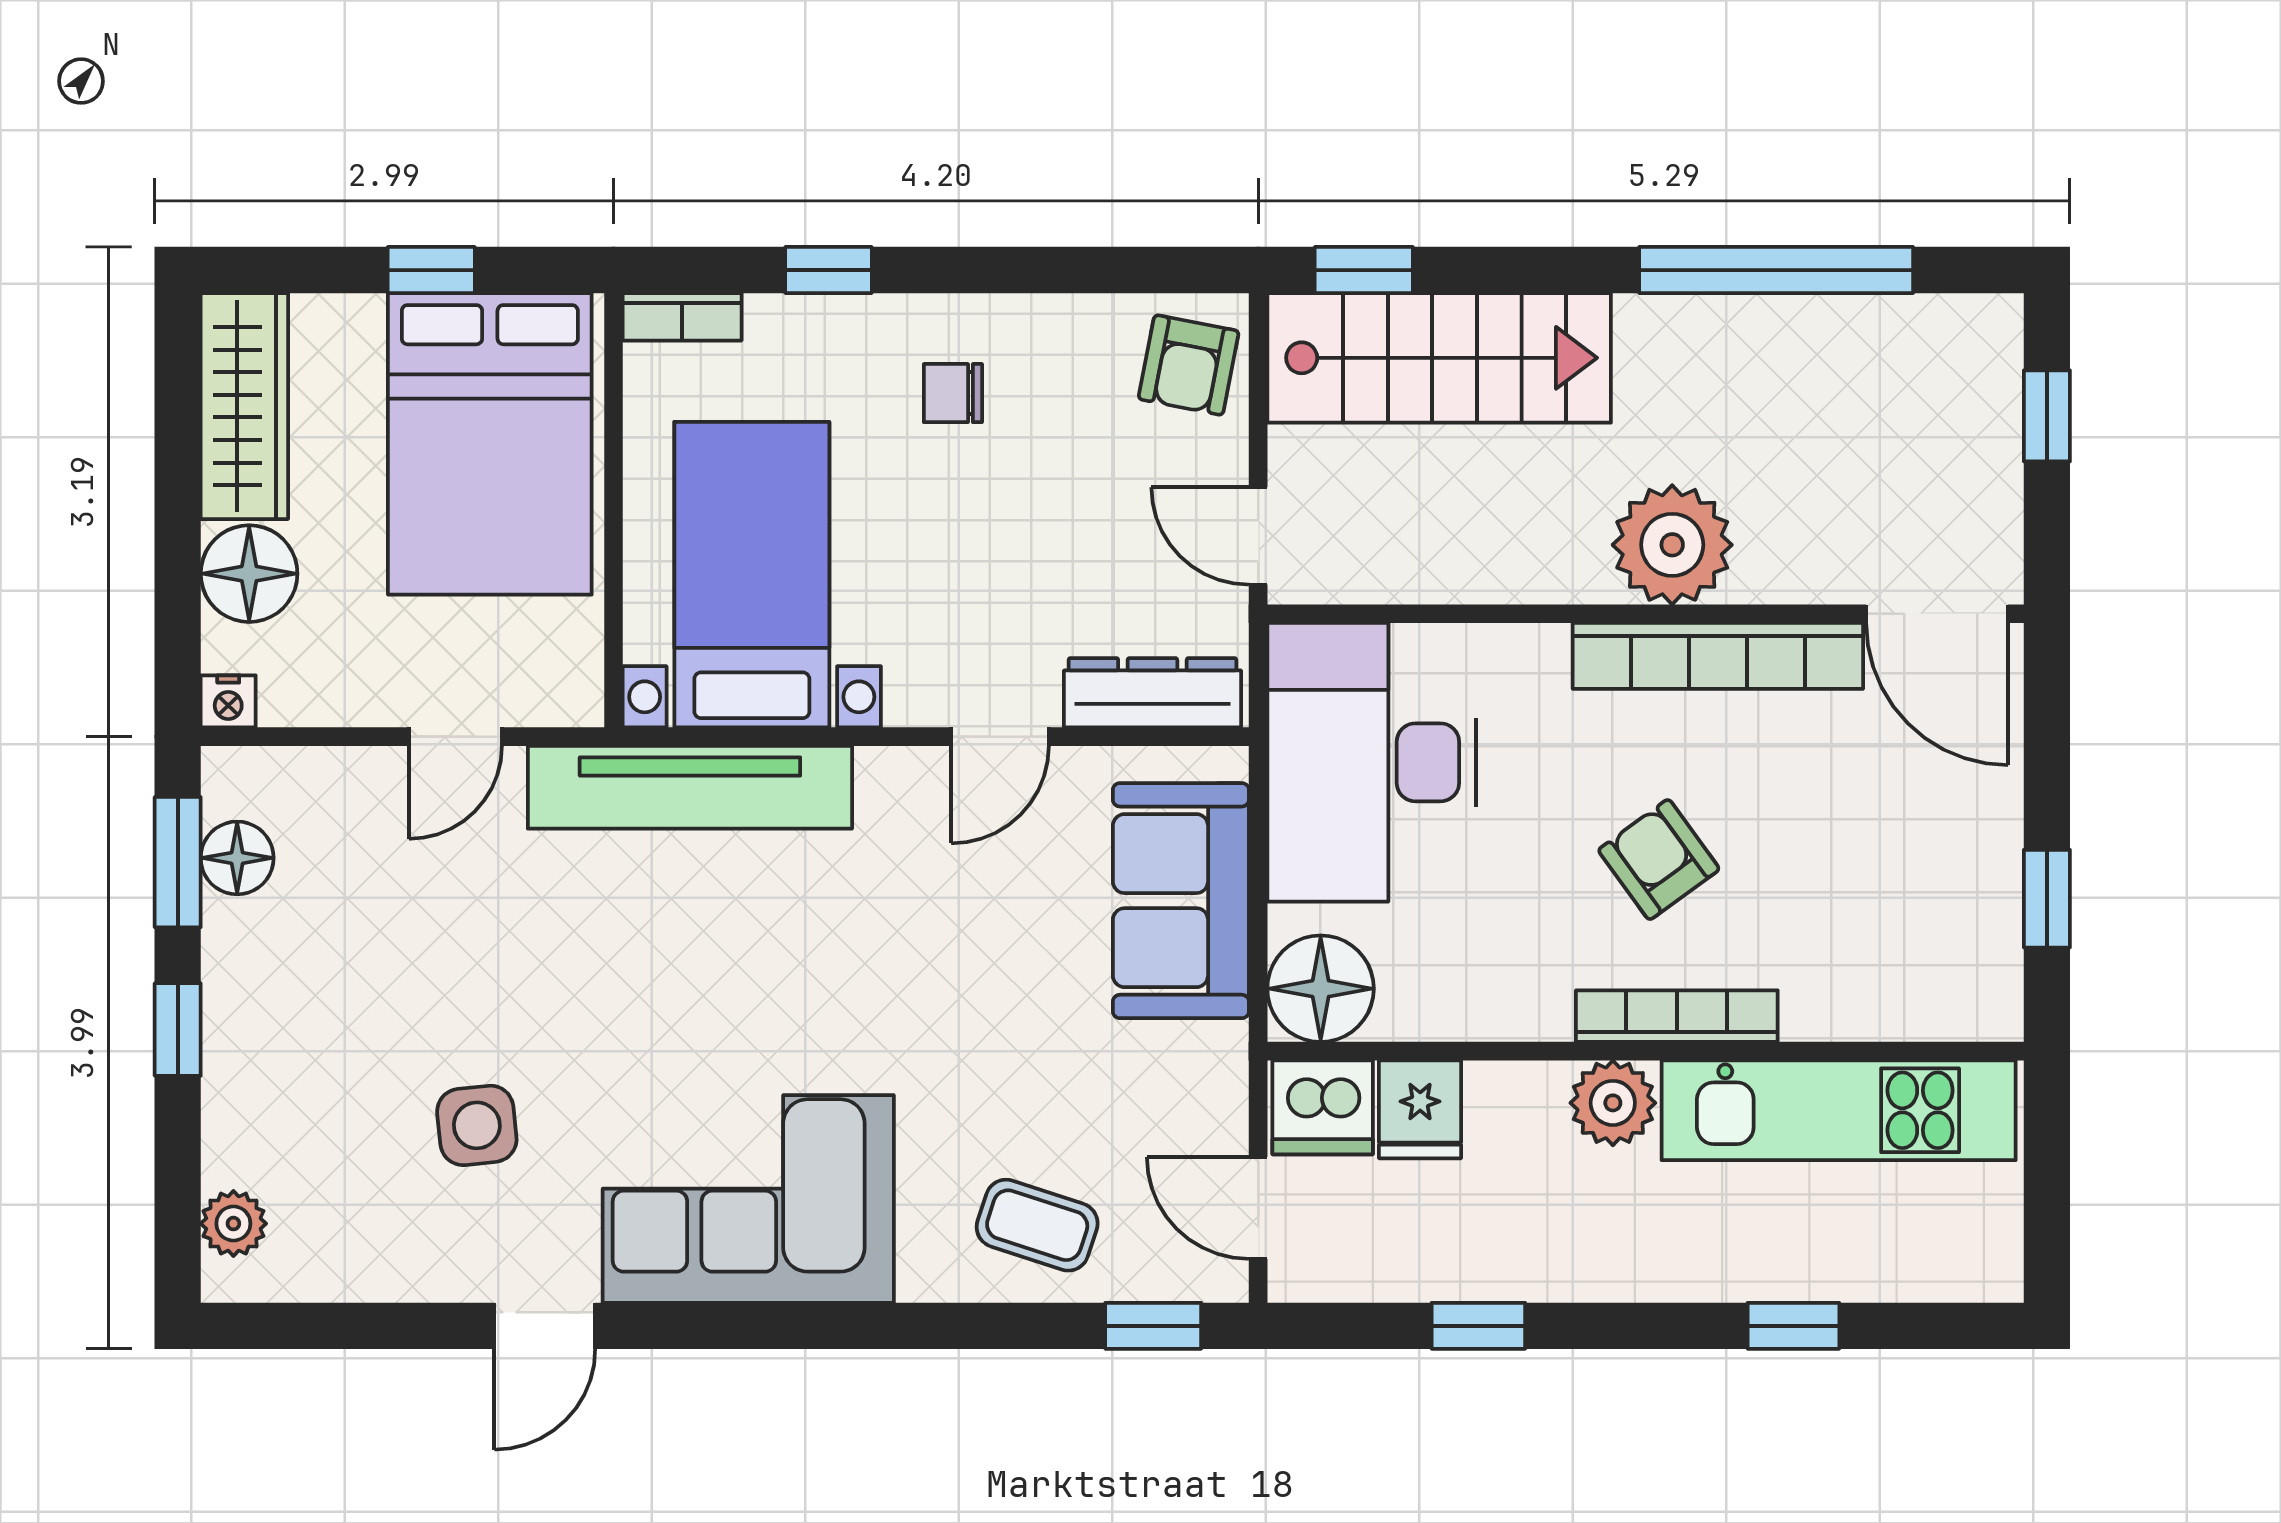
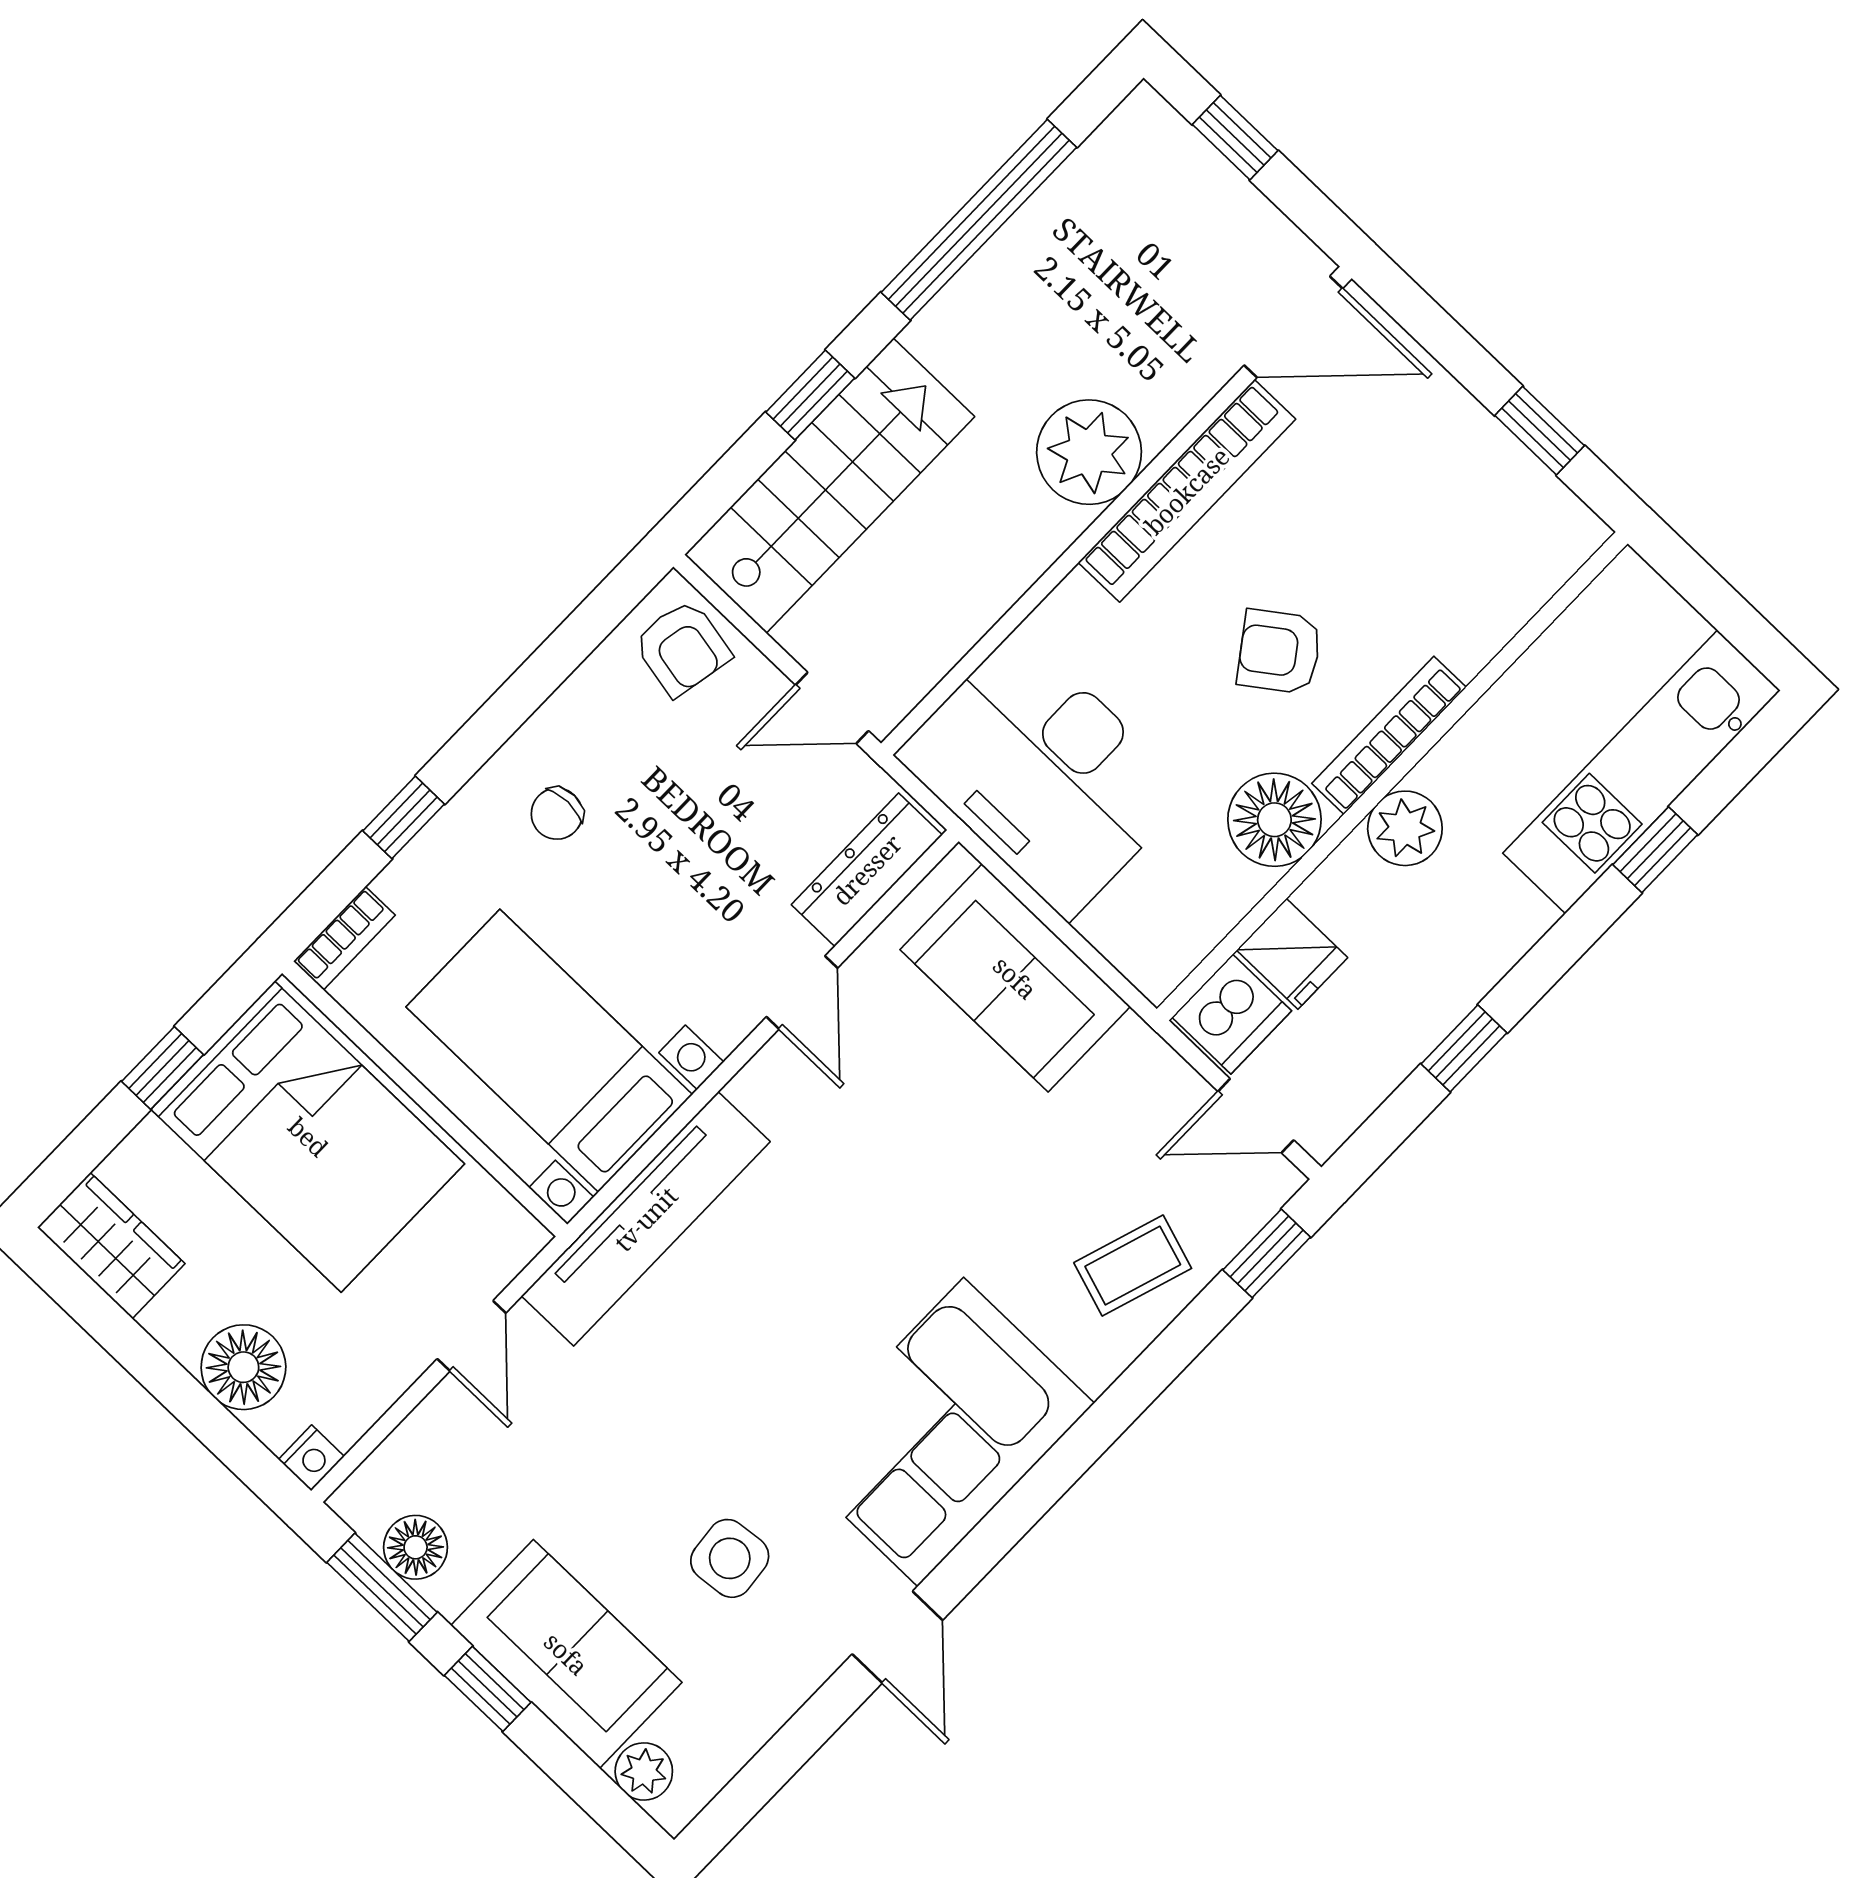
window: (1364, 270) -> (810, 395), moved
wardrobe: (244, 406) -> (111, 1246), width x0.67
floor lamp: (1321, 989) -> (1274, 820), moved
sofa: (269, 1067) -> (566, 1654), added
kitchen unit: (1839, 1110) -> (1642, 772), moved, turned 180

